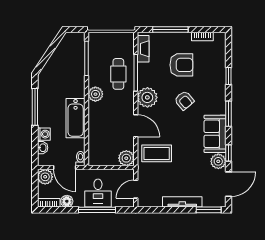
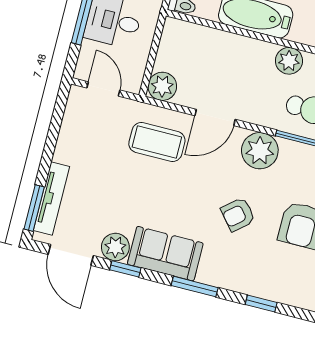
coffee table: (157, 153) -> (157, 142), turned 90
tv unit: (182, 202) -> (52, 199), moved

